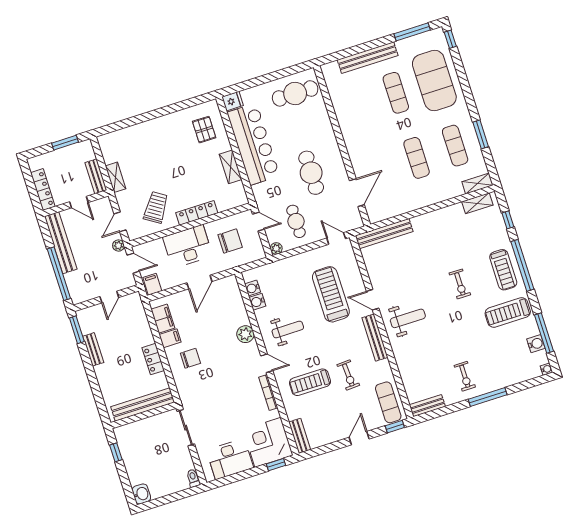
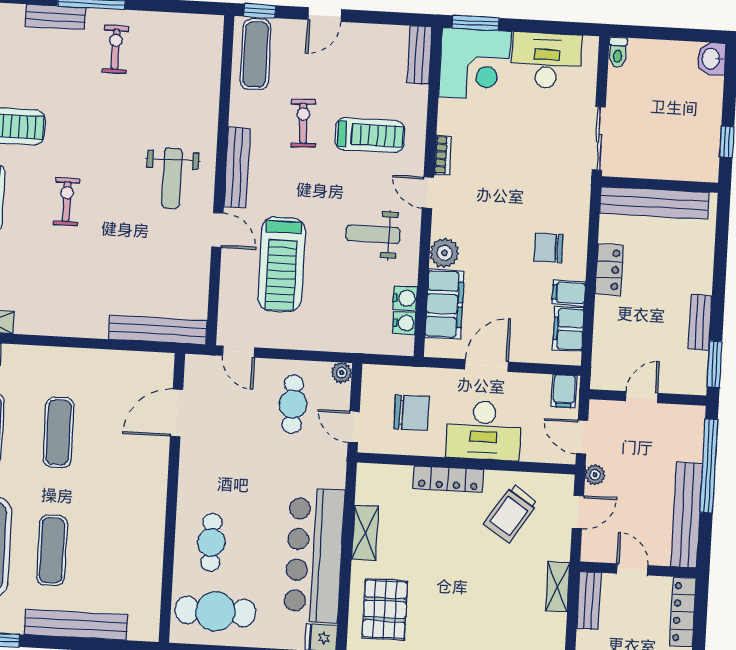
pallet: (204, 130) -> (385, 609), width x1.50, depth x1.42
cafe table: (311, 173) -> (211, 542), moved, width x0.73, depth x0.74
chair: (230, 241) -> (412, 413), turned 180
filing cabinet: (235, 307) -> (445, 304), added
weight bench: (408, 318) -> (172, 178), turned -90
bookcase: (268, 393) -> (443, 155), width x0.64
bench: (427, 406) -> (56, 17), moved
window: (276, 465) -> (476, 23), width x1.50

